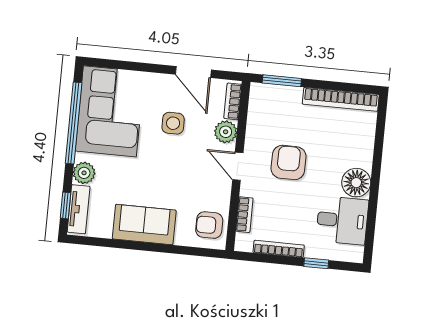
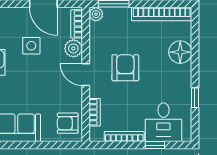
plant: (258, 91) -> (96, 14), added
floor lamp: (356, 183) -> (180, 52), moved
window: (372, 209) -> (195, 98), added
desk: (342, 220) -> (163, 122), moved, turned 90

